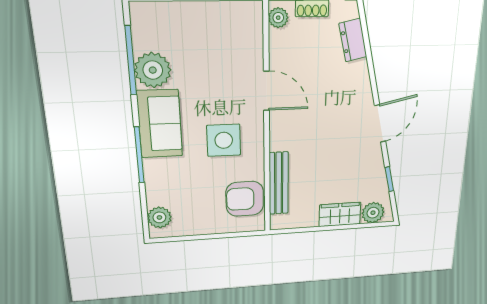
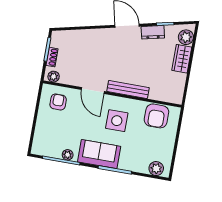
armchair: (235, 35) -> (58, 102), added
dresser: (353, 40) -> (153, 32), moved
plant: (153, 70) -> (68, 155), width x0.53, depth x0.53
door: (266, 91) -> (93, 91), swing flipped
bench: (279, 183) -> (128, 89), moved

